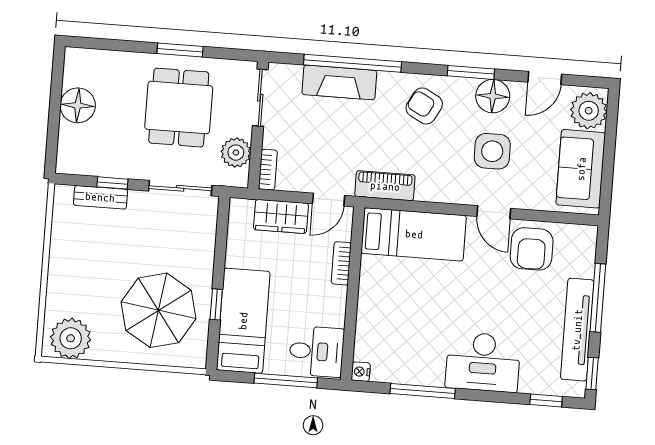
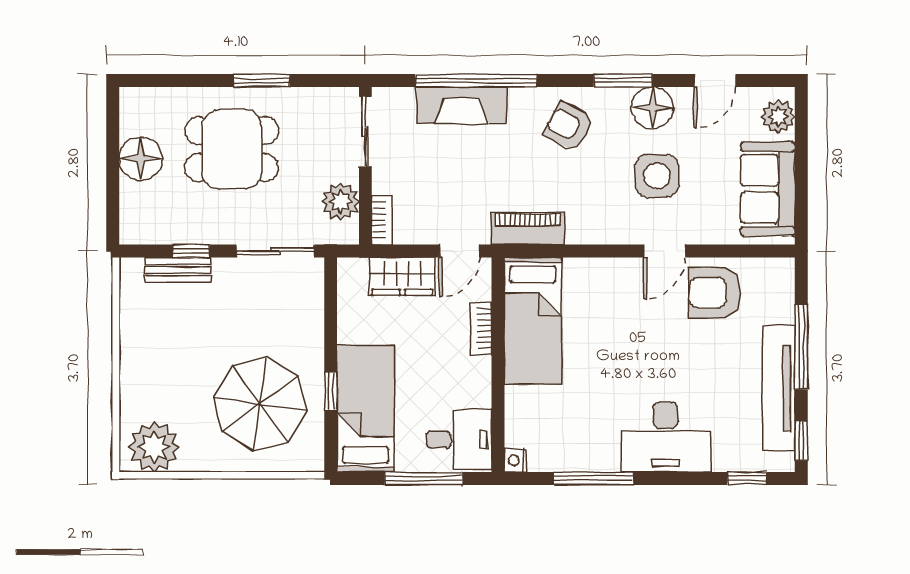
dining table: (179, 108) -> (232, 149), moved, turned 90
plant: (589, 111) -> (778, 117), width x0.73, depth x0.73
door: (494, 212) -> (665, 251), hinge flipped
bed: (414, 234) -> (533, 321), moved, turned 90
armchair: (532, 249) -> (715, 293), turned 90

